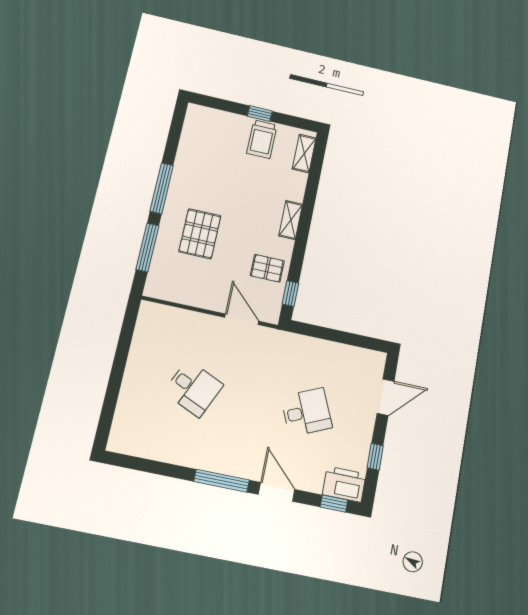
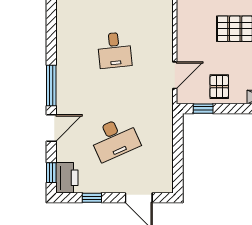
desk: (193, 388) -> (115, 50), turned -30
desk: (306, 412) -> (115, 139), width x1.37

